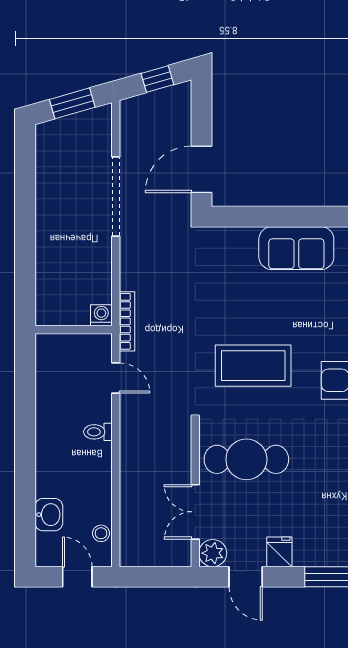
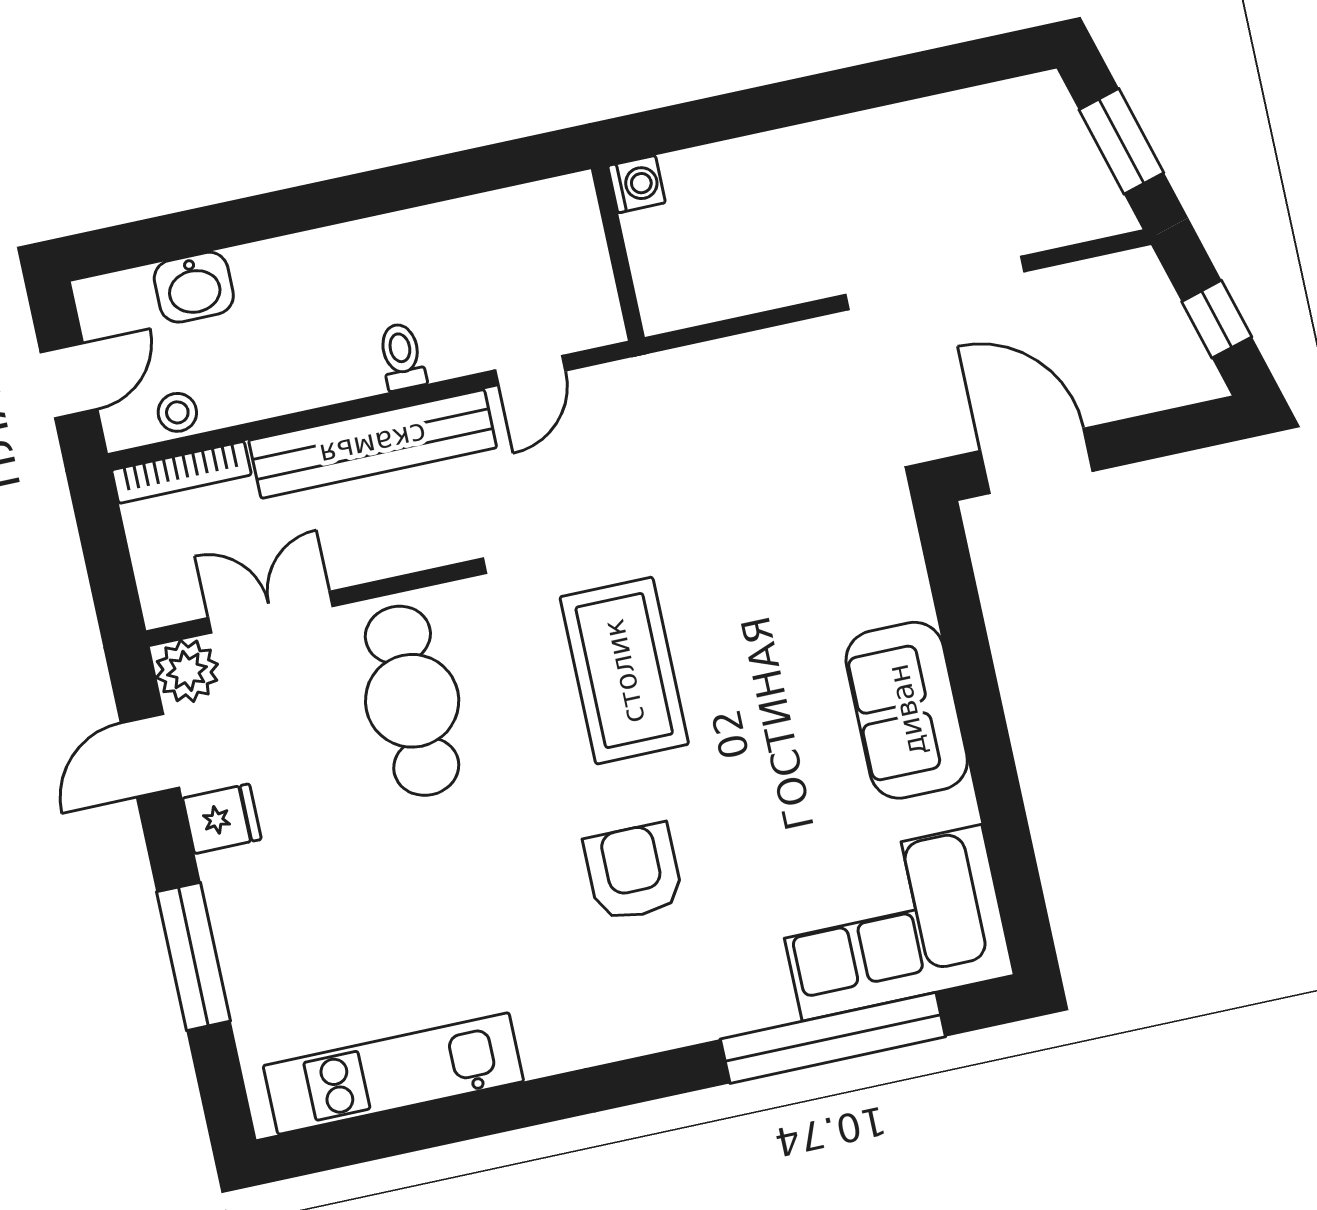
washing machine: (101, 315) -> (637, 184), moved
bookcase: (127, 321) -> (181, 472), moved
bench: (133, 452) -> (373, 444), added

